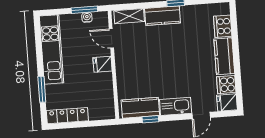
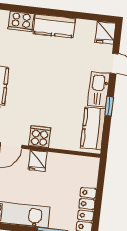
cooker: (226, 85) -> (40, 137), moved, turned 180
window: (150, 119) -> (109, 106), moved

